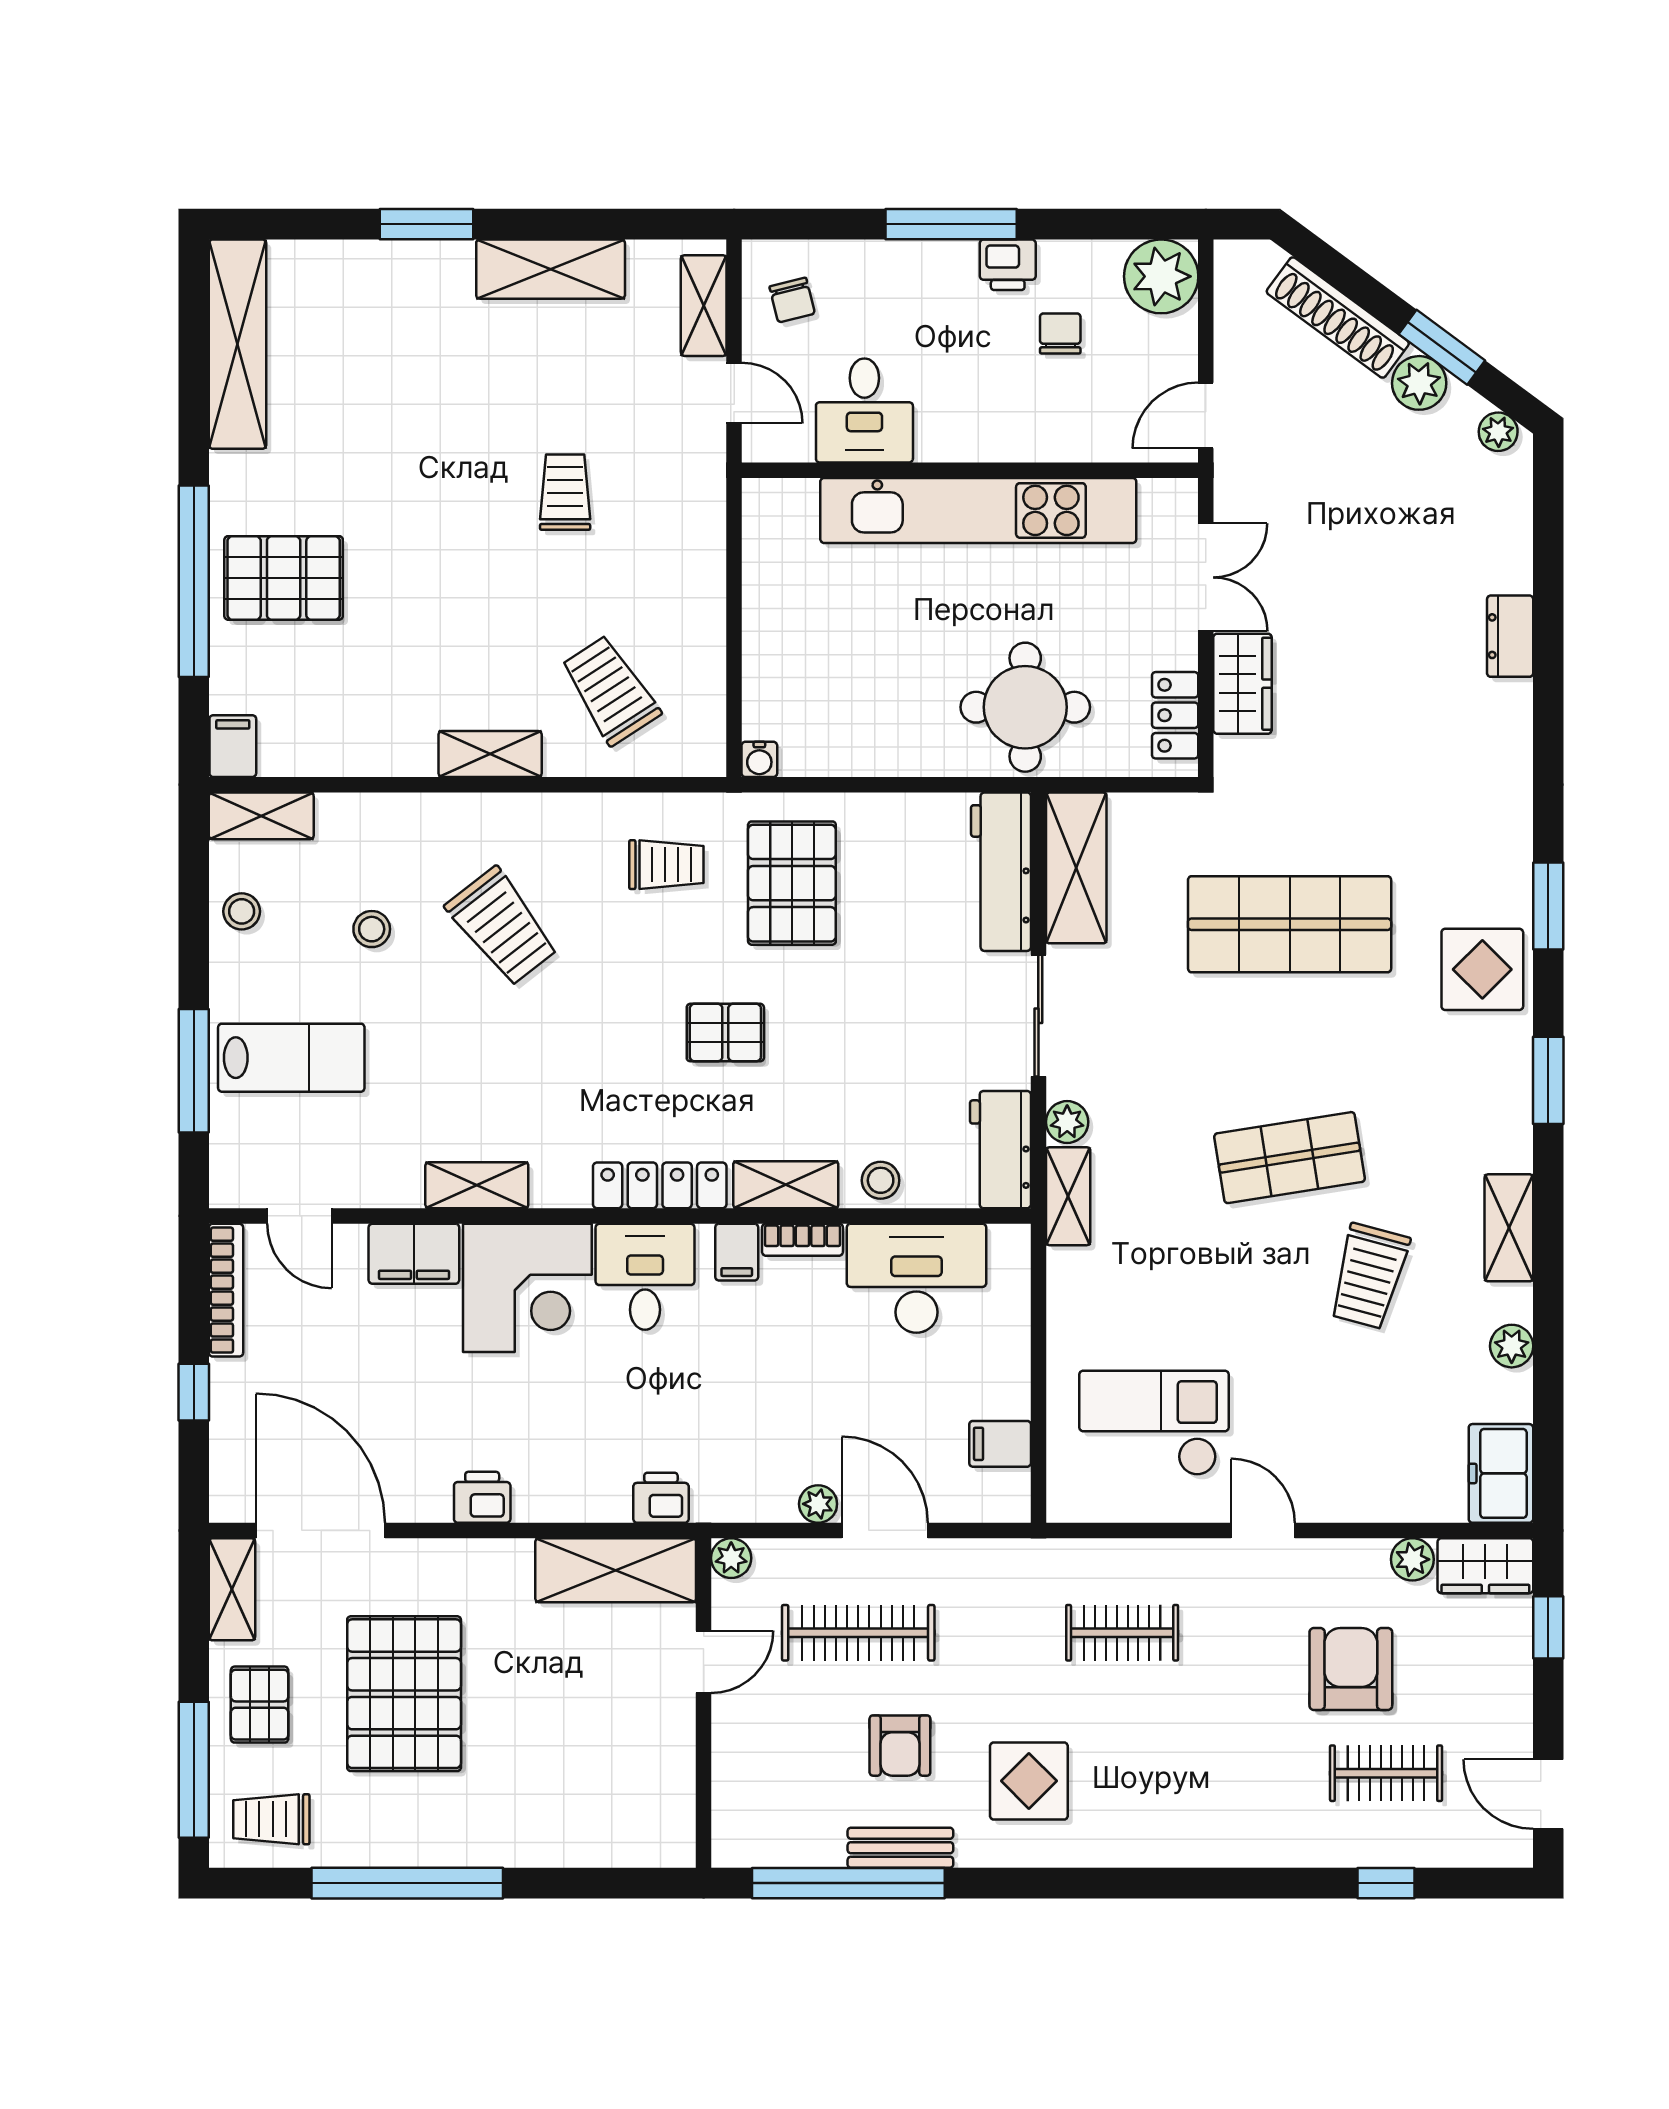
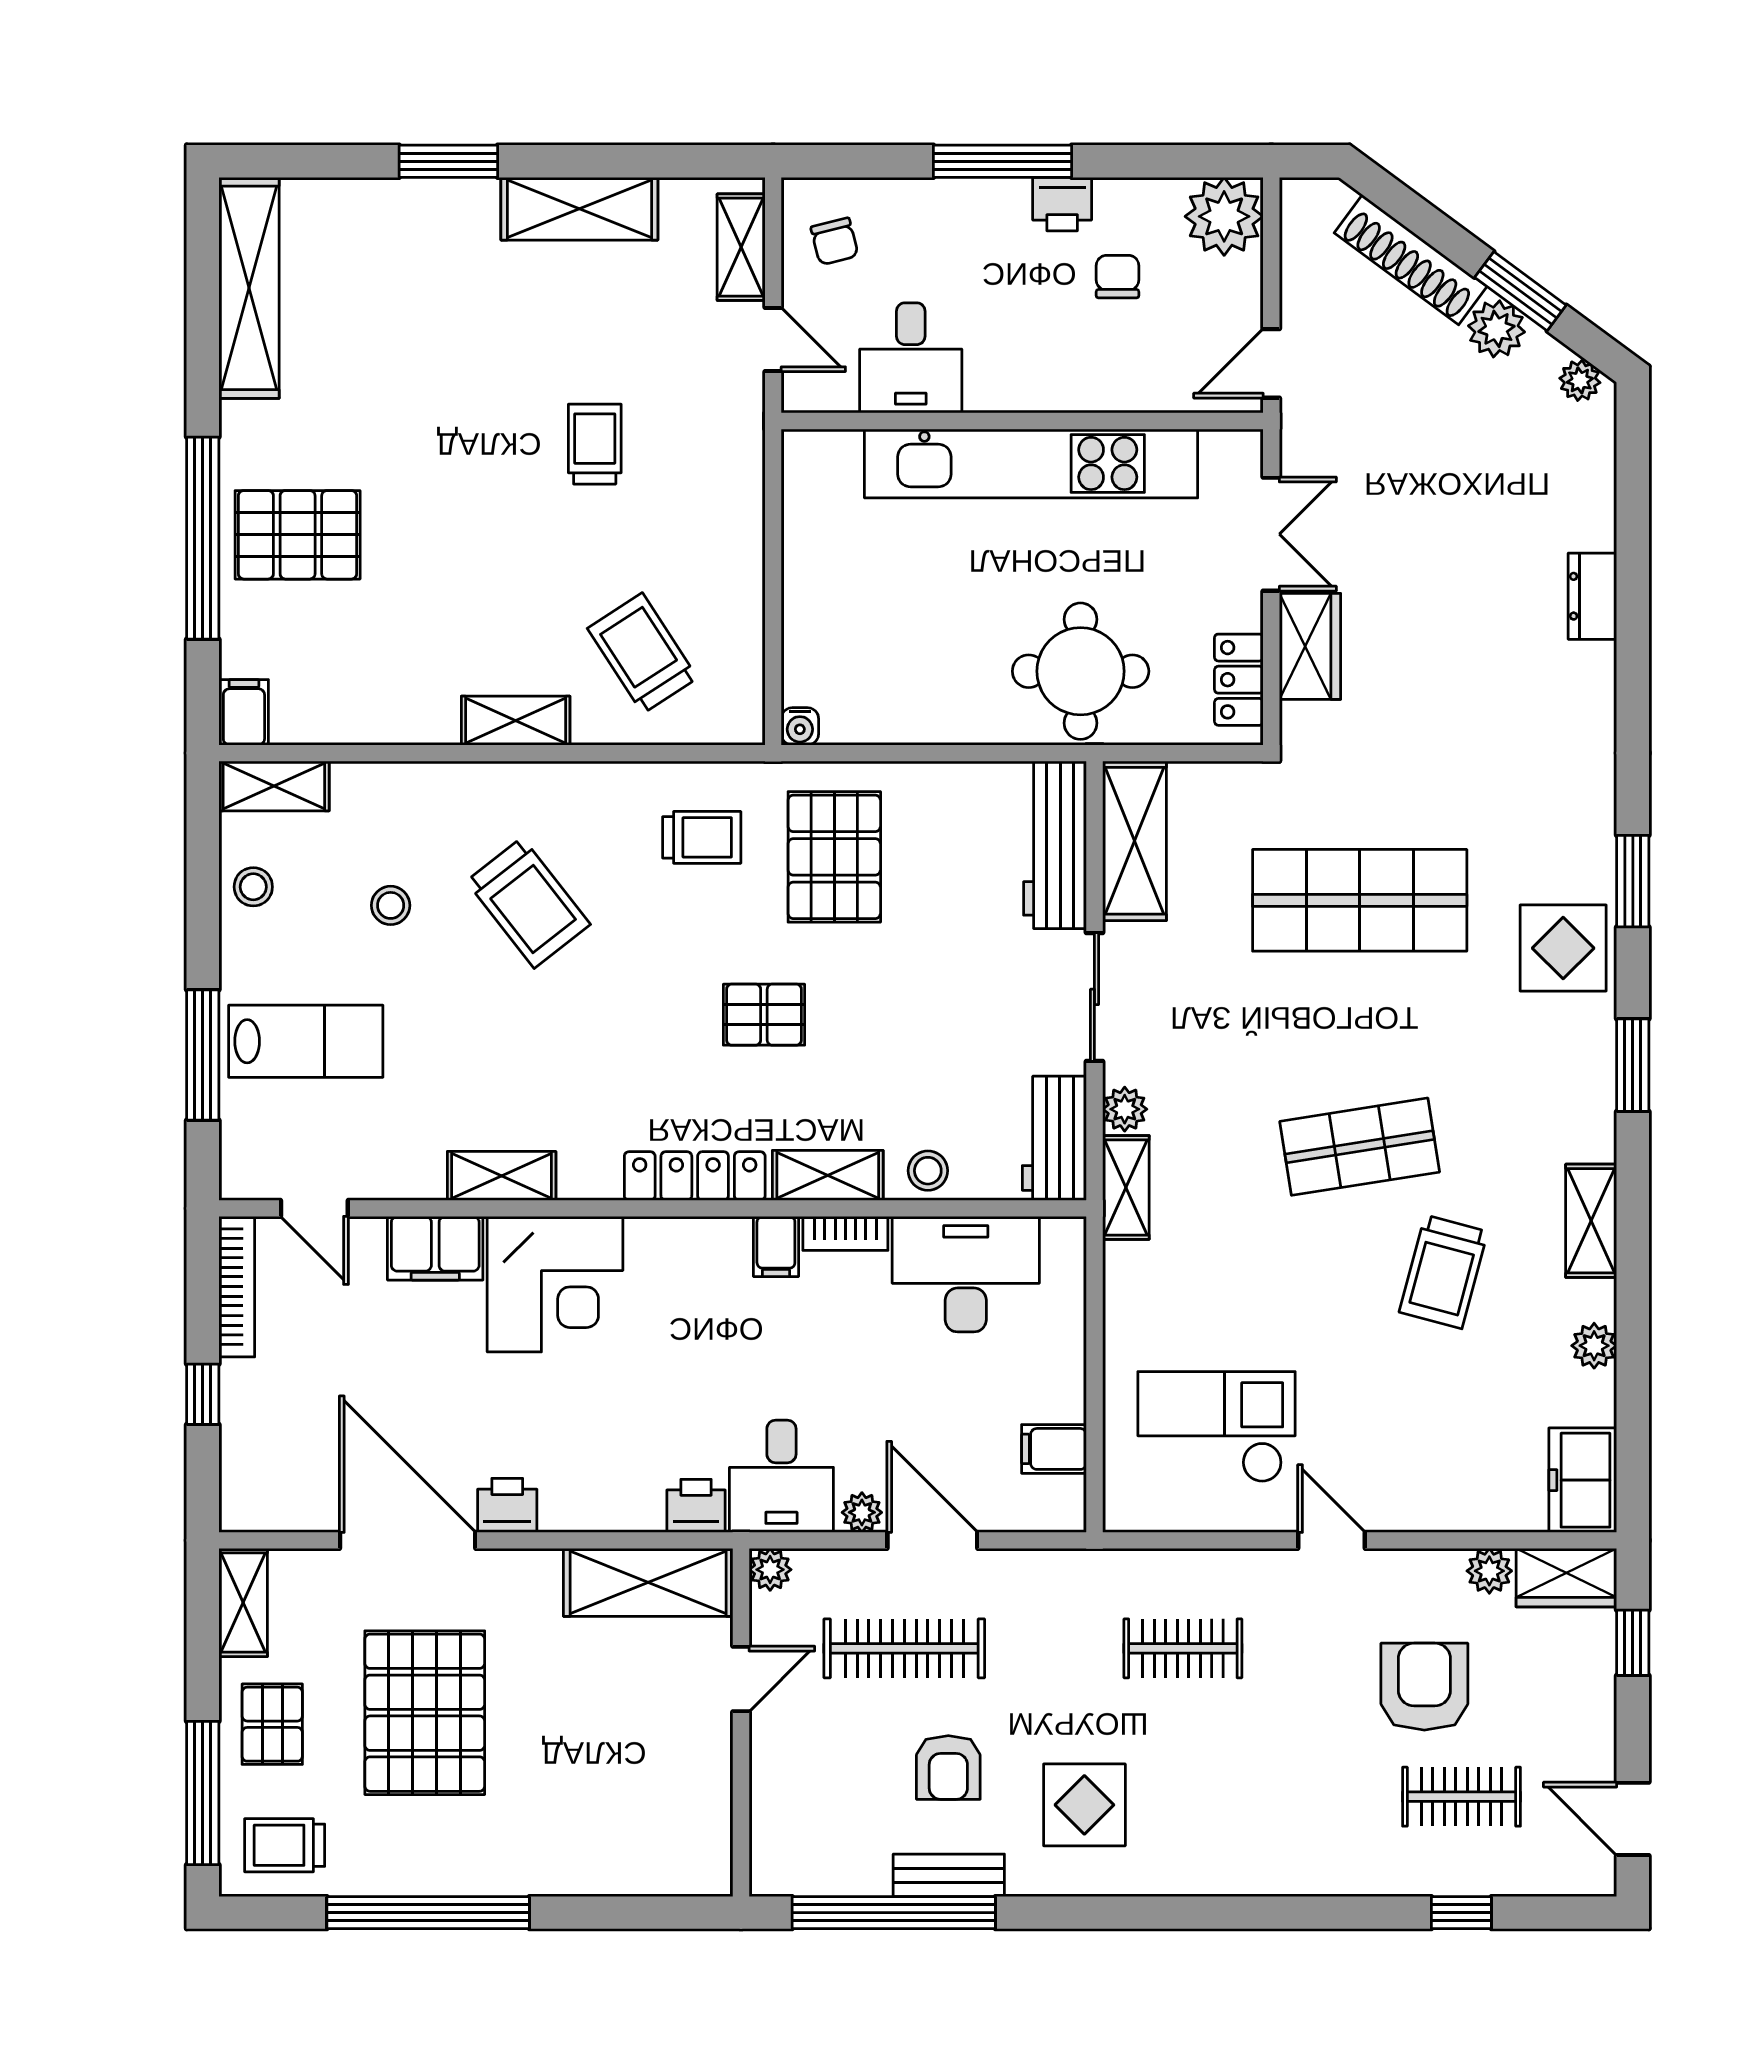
desk: (645, 1277) -> (781, 1476), moved, turned 180
door: (320, 1530) -> (408, 1540), moved

